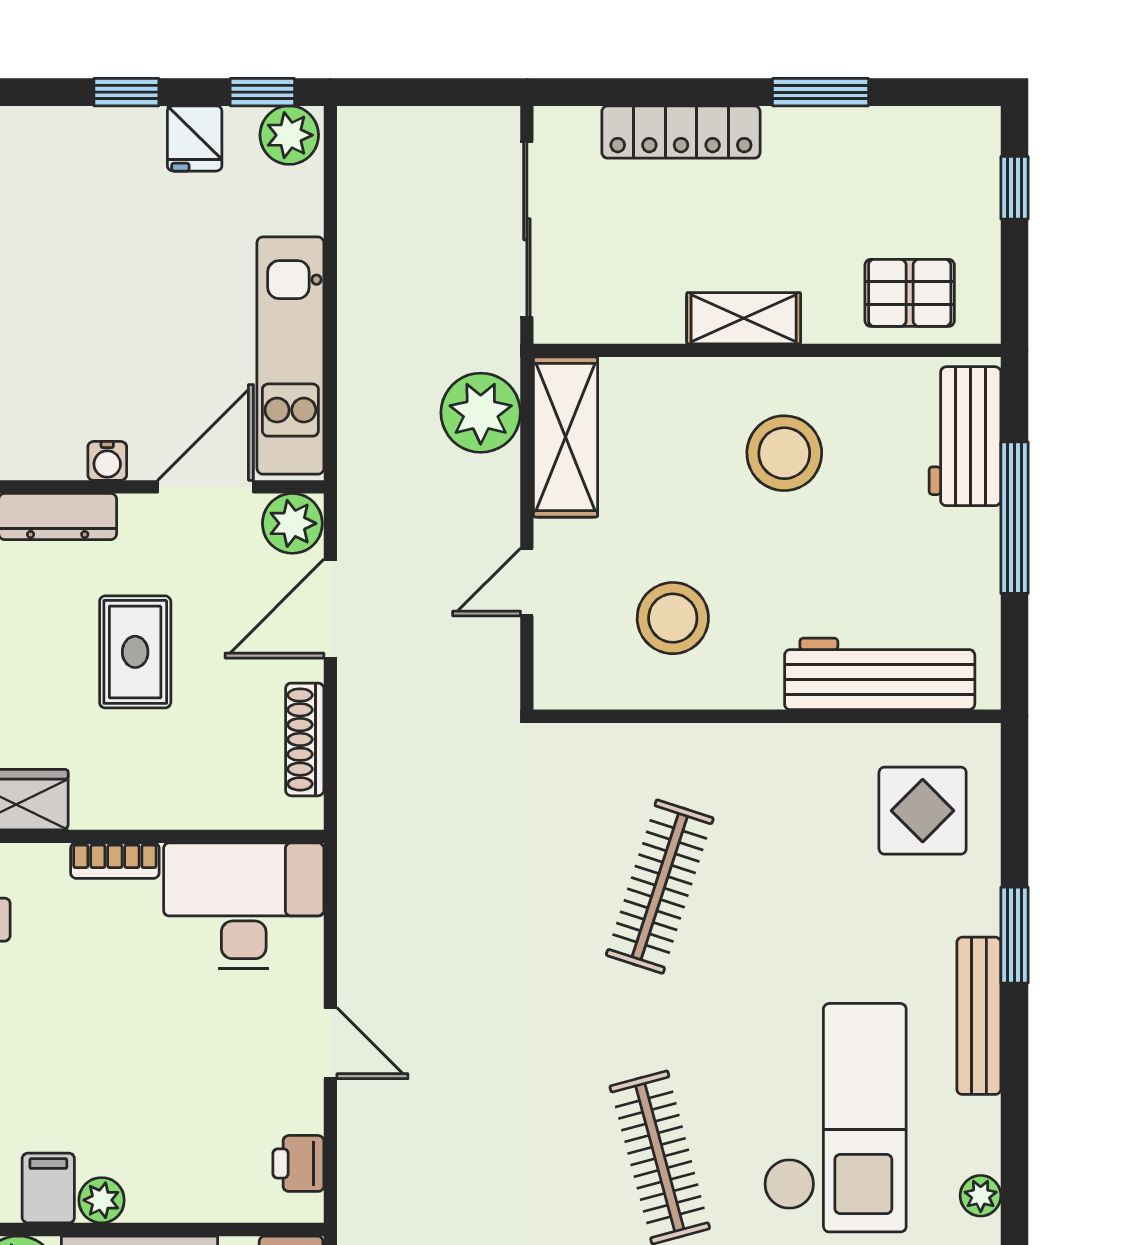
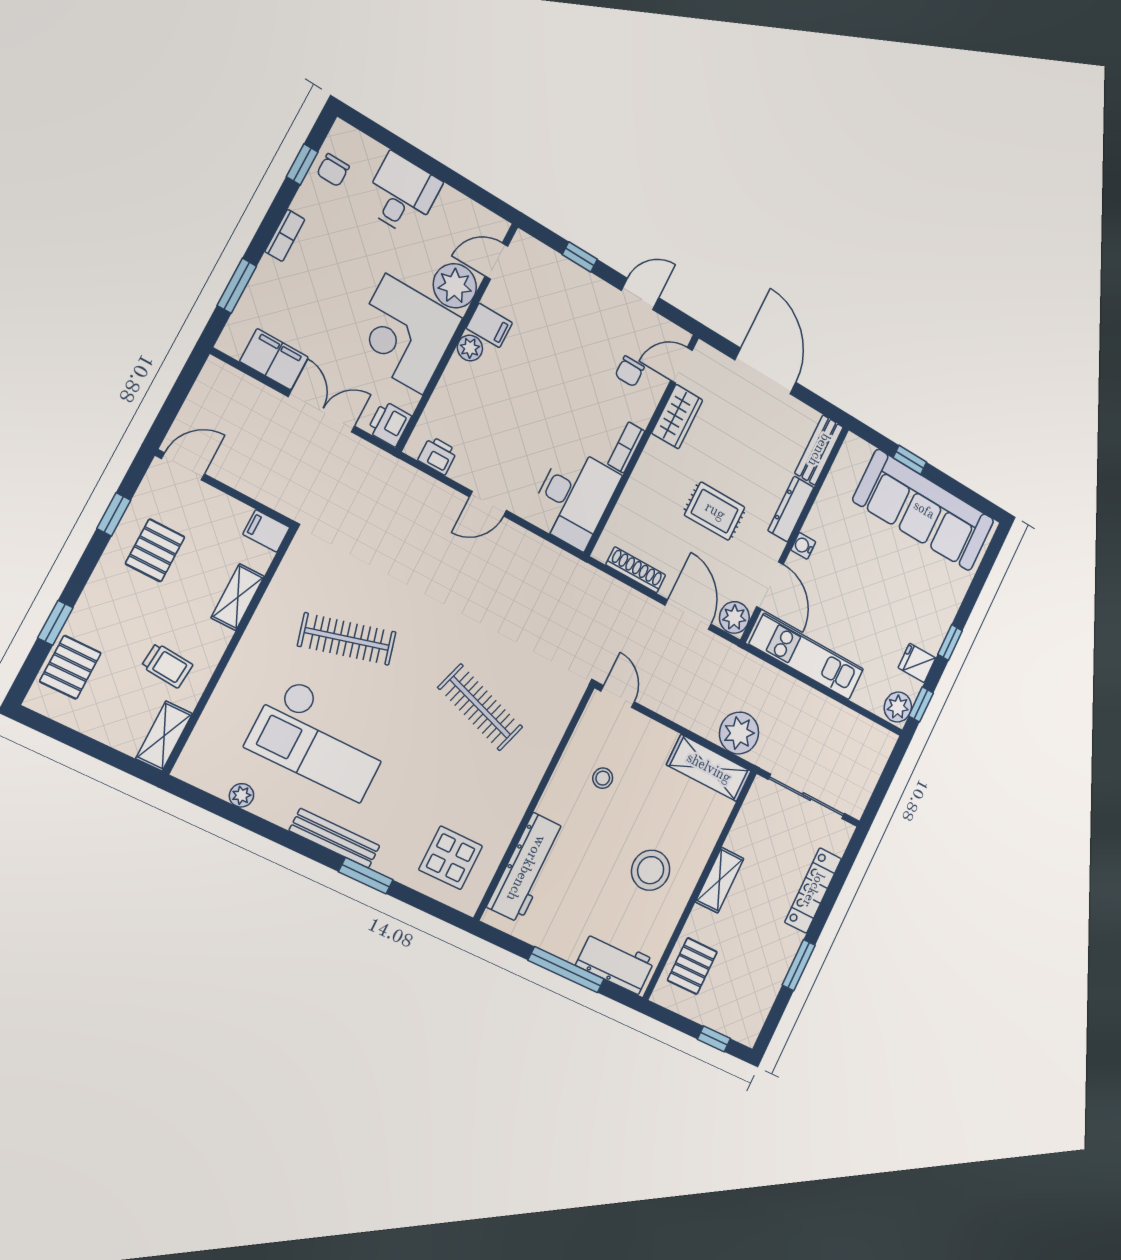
door: (527, 582) -> (618, 696), moved
stool: (673, 618) -> (603, 778), width x0.53, depth x0.53

